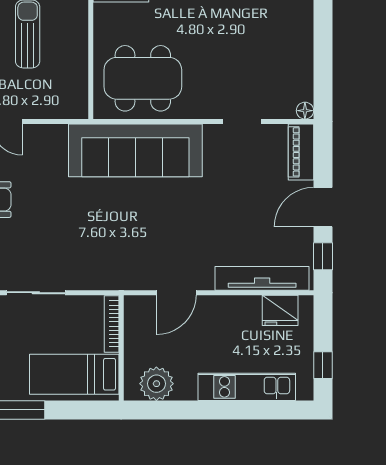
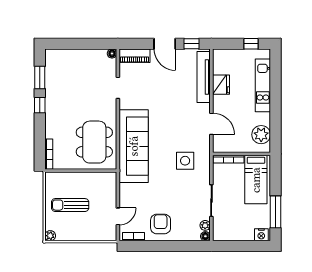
side table: (109, 244) -> (185, 161), added
fridge: (280, 310) -> (221, 85), moved

